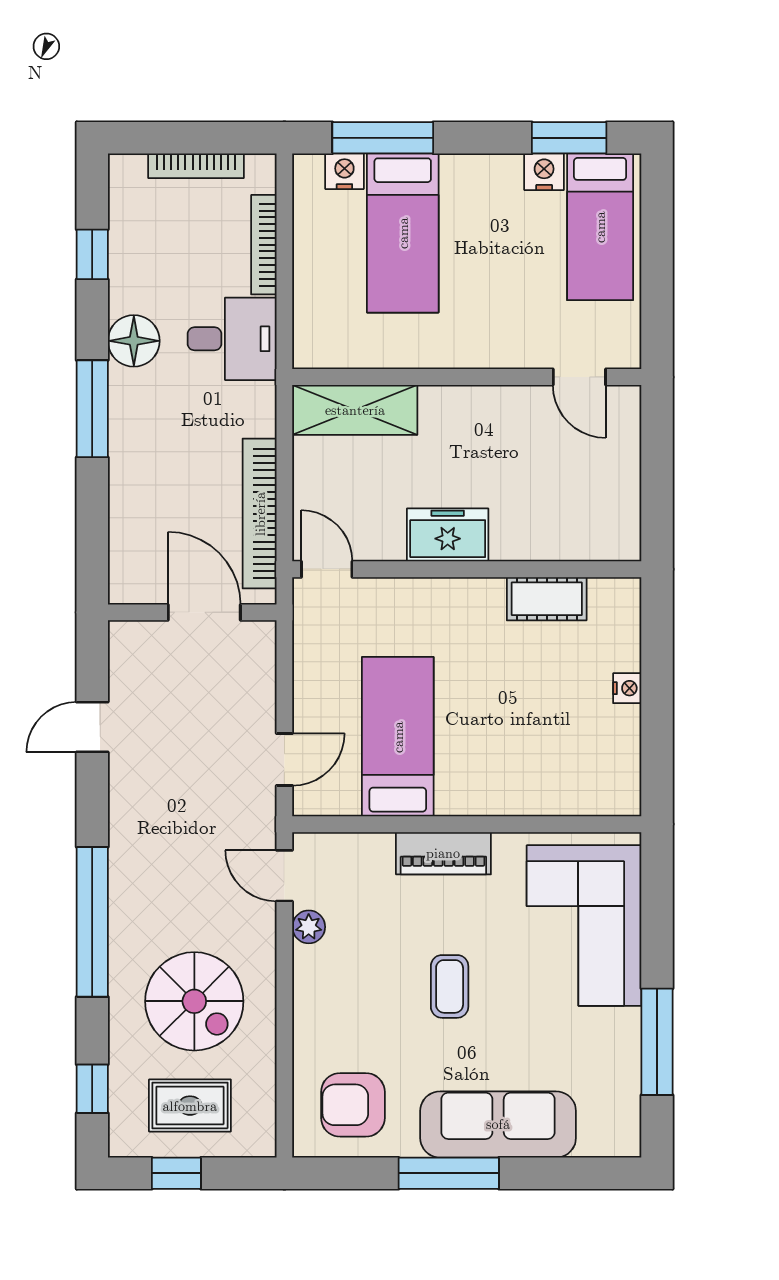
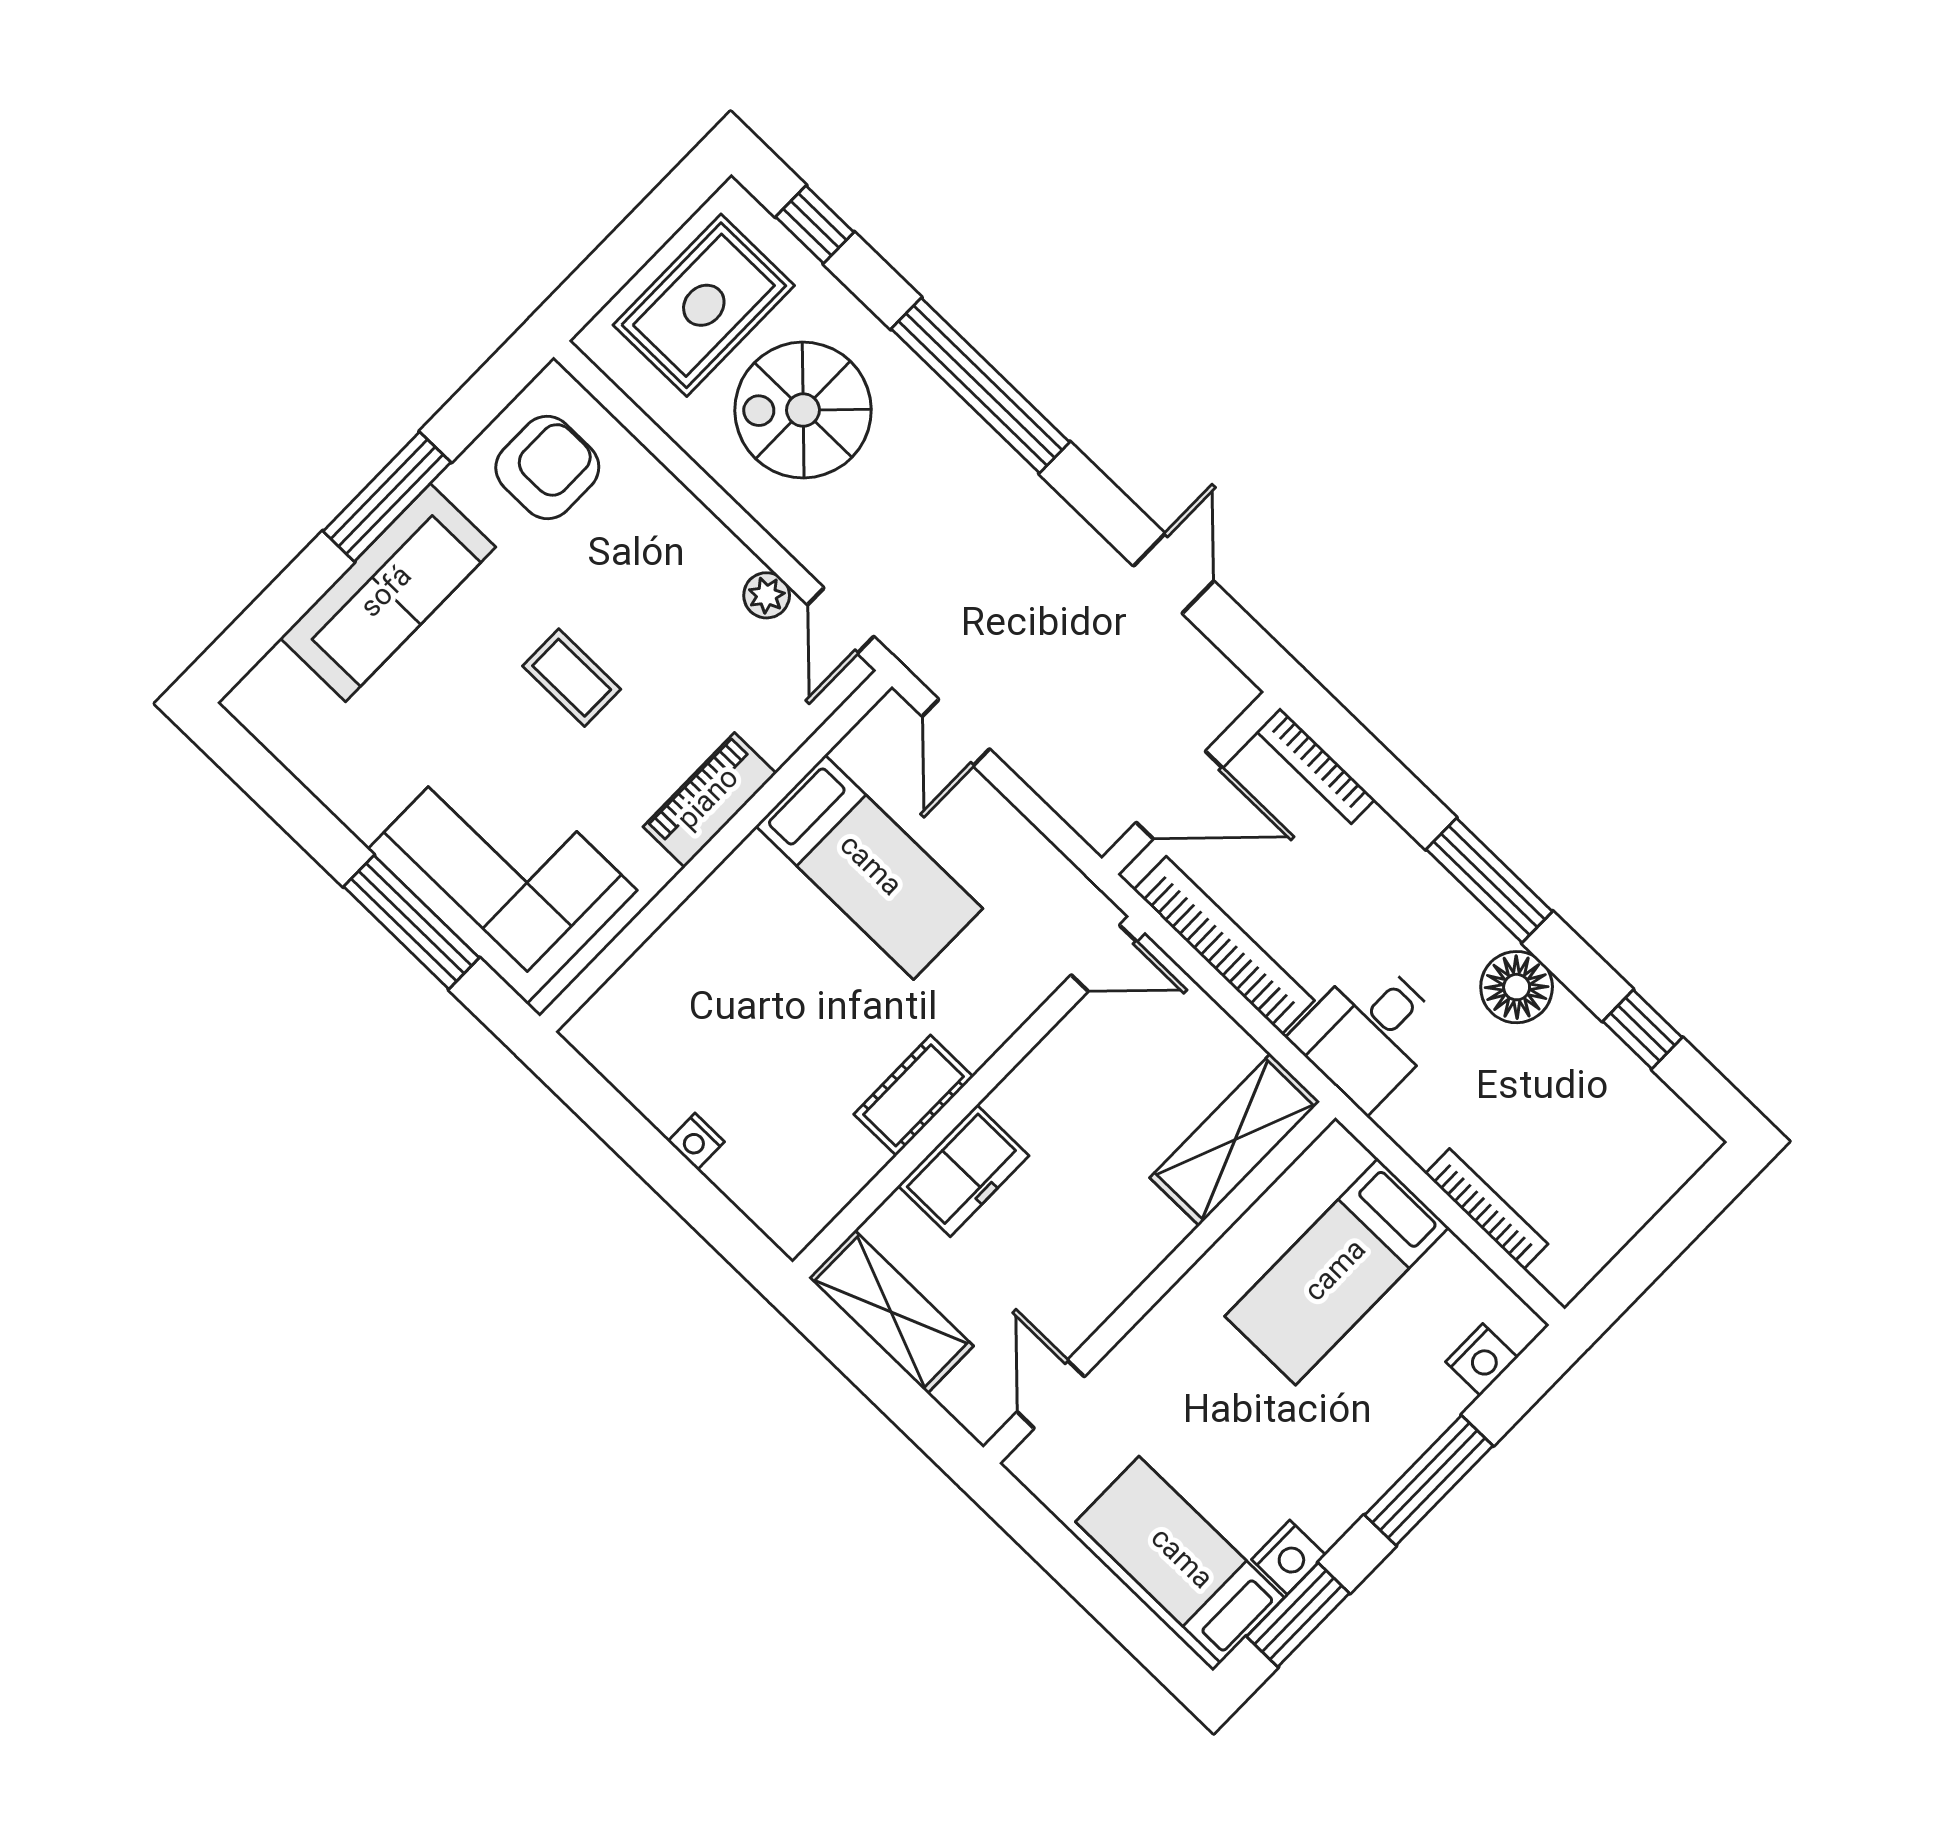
window: (383, 138) -> (1429, 1480), moved
bookcase: (196, 166) -> (1316, 765), moved, turned -90
bed: (403, 233) -> (1337, 1272), moved, turned -90
desk: (232, 339) -> (1369, 1033), moved
door: (579, 377) -> (1051, 1394), hinge flipped
shelving: (617, 501) -> (891, 1312), added
freezer: (448, 535) -> (963, 1171), moved
cot: (547, 599) -> (913, 1095), moved
door: (284, 876) -> (841, 621), swing flipped
window: (657, 1042) -> (411, 922), moved
rug: (190, 1106) -> (704, 305), width x1.36, depth x1.43
window: (176, 1173) -> (650, 226), removed

